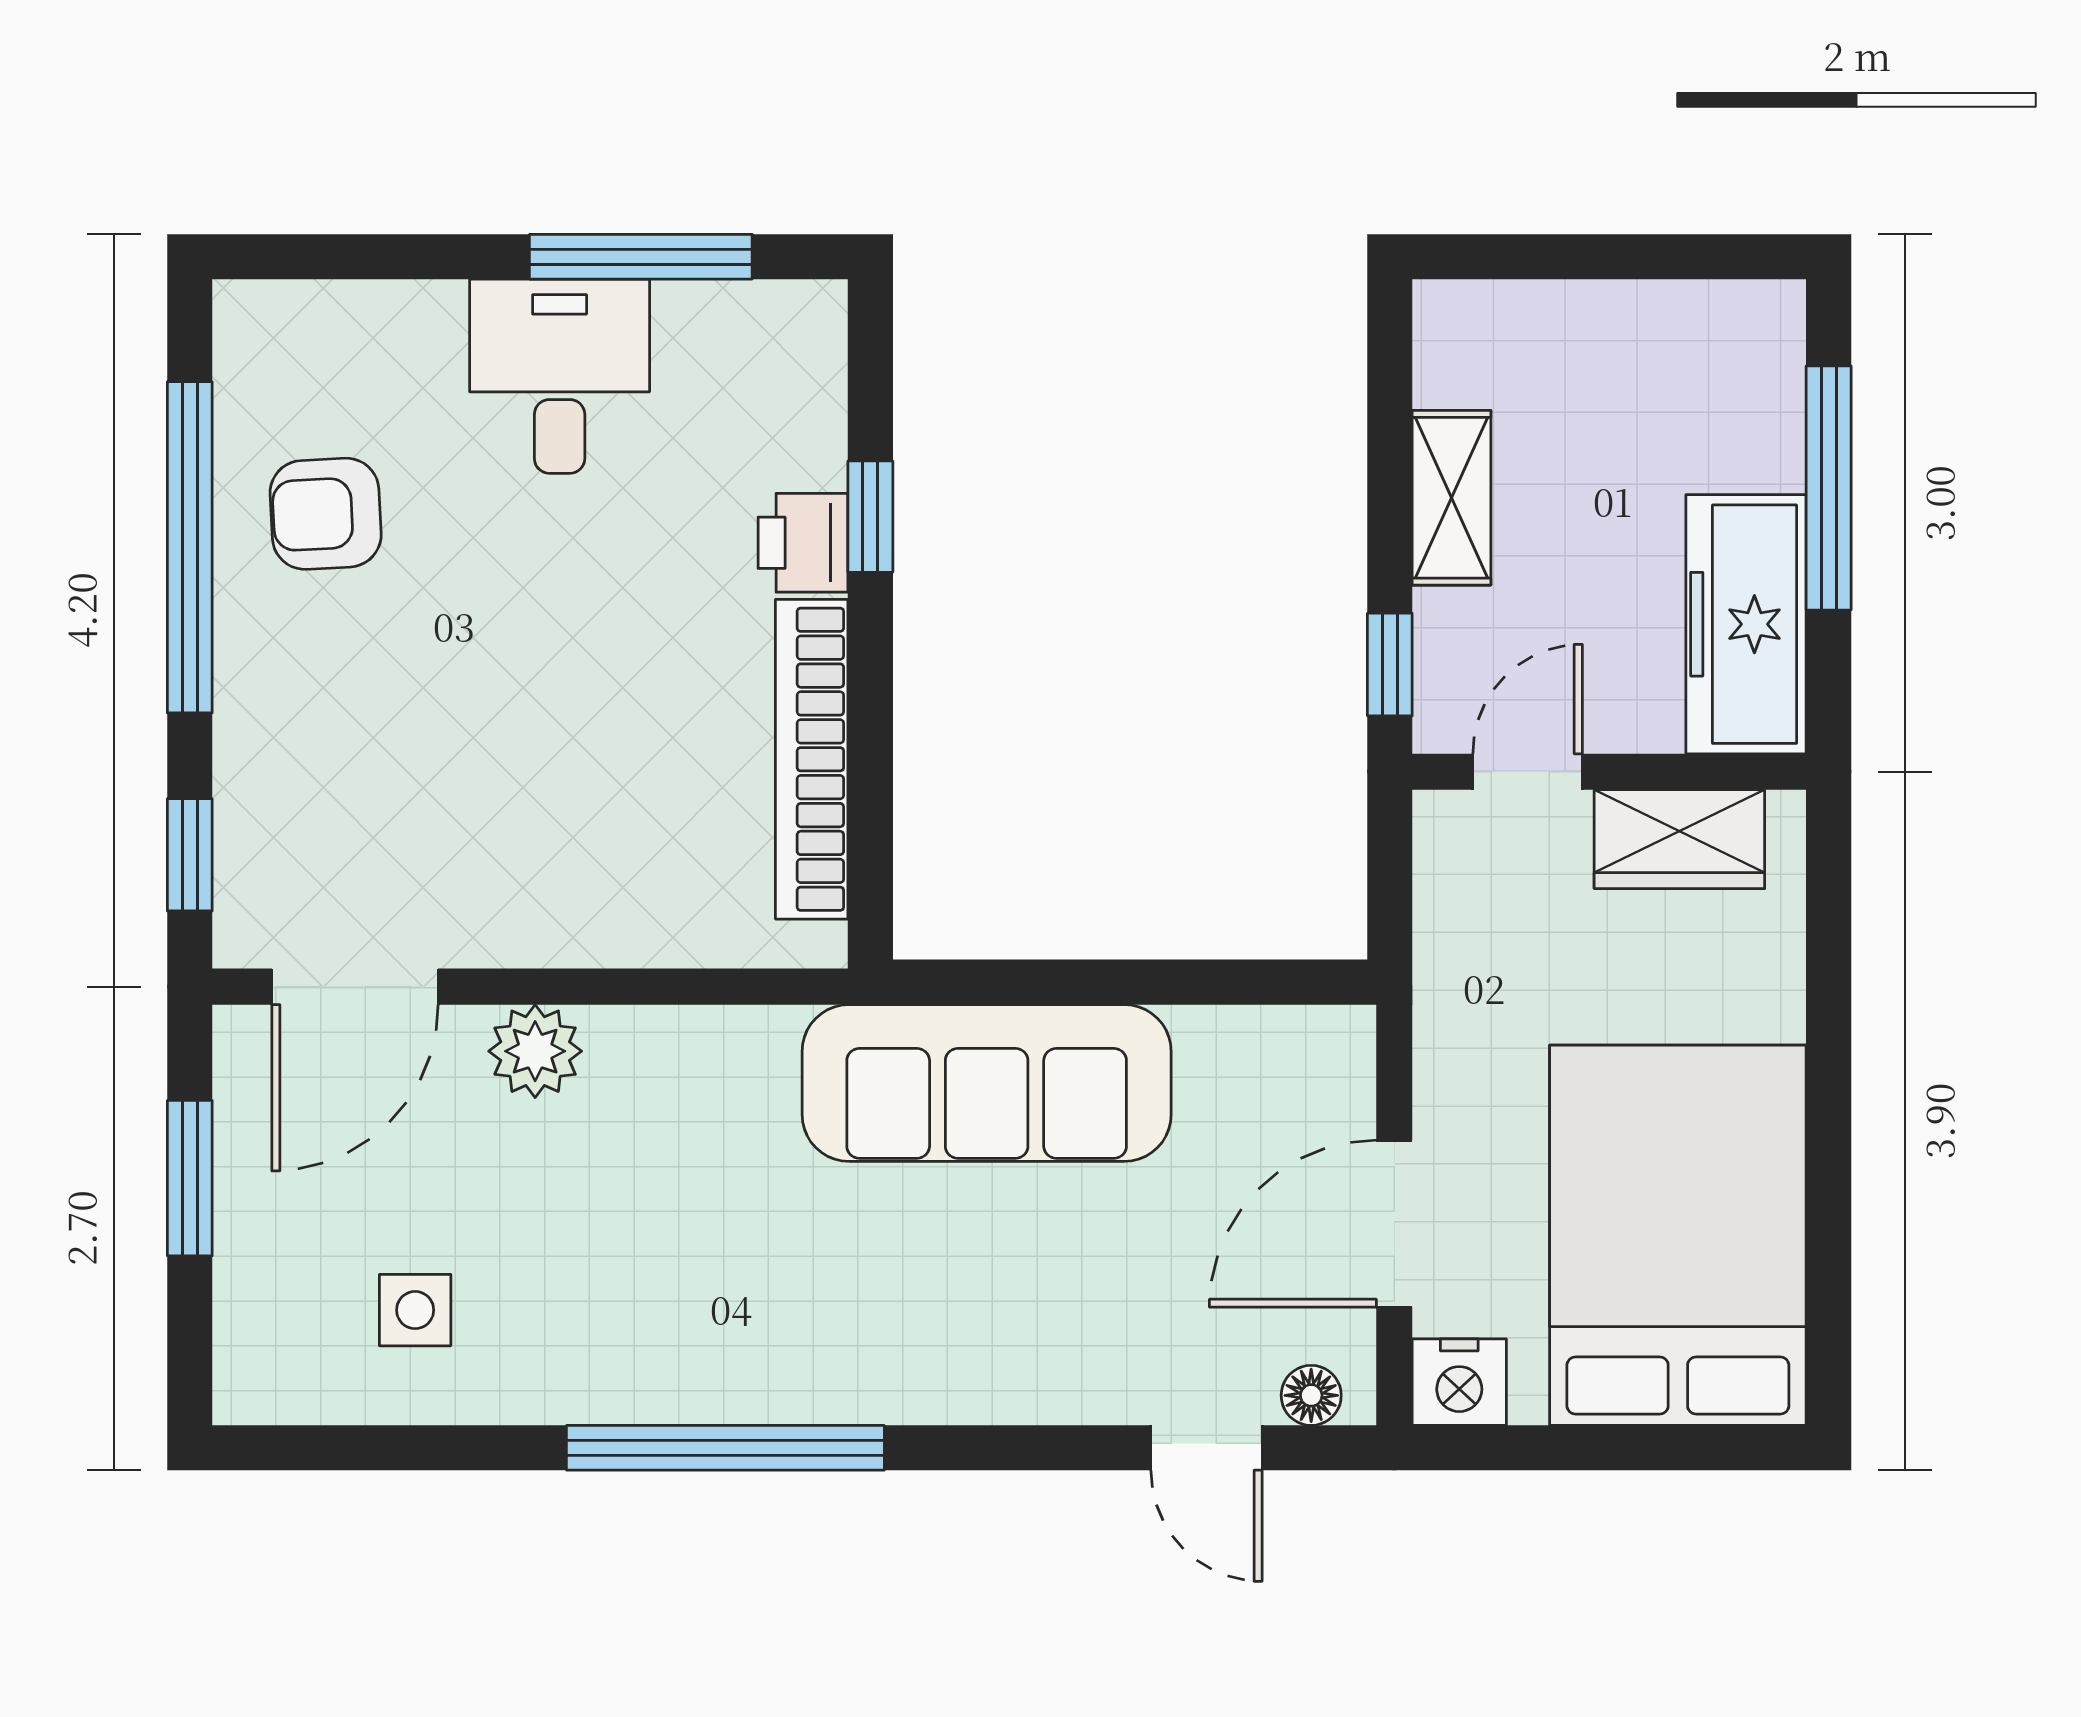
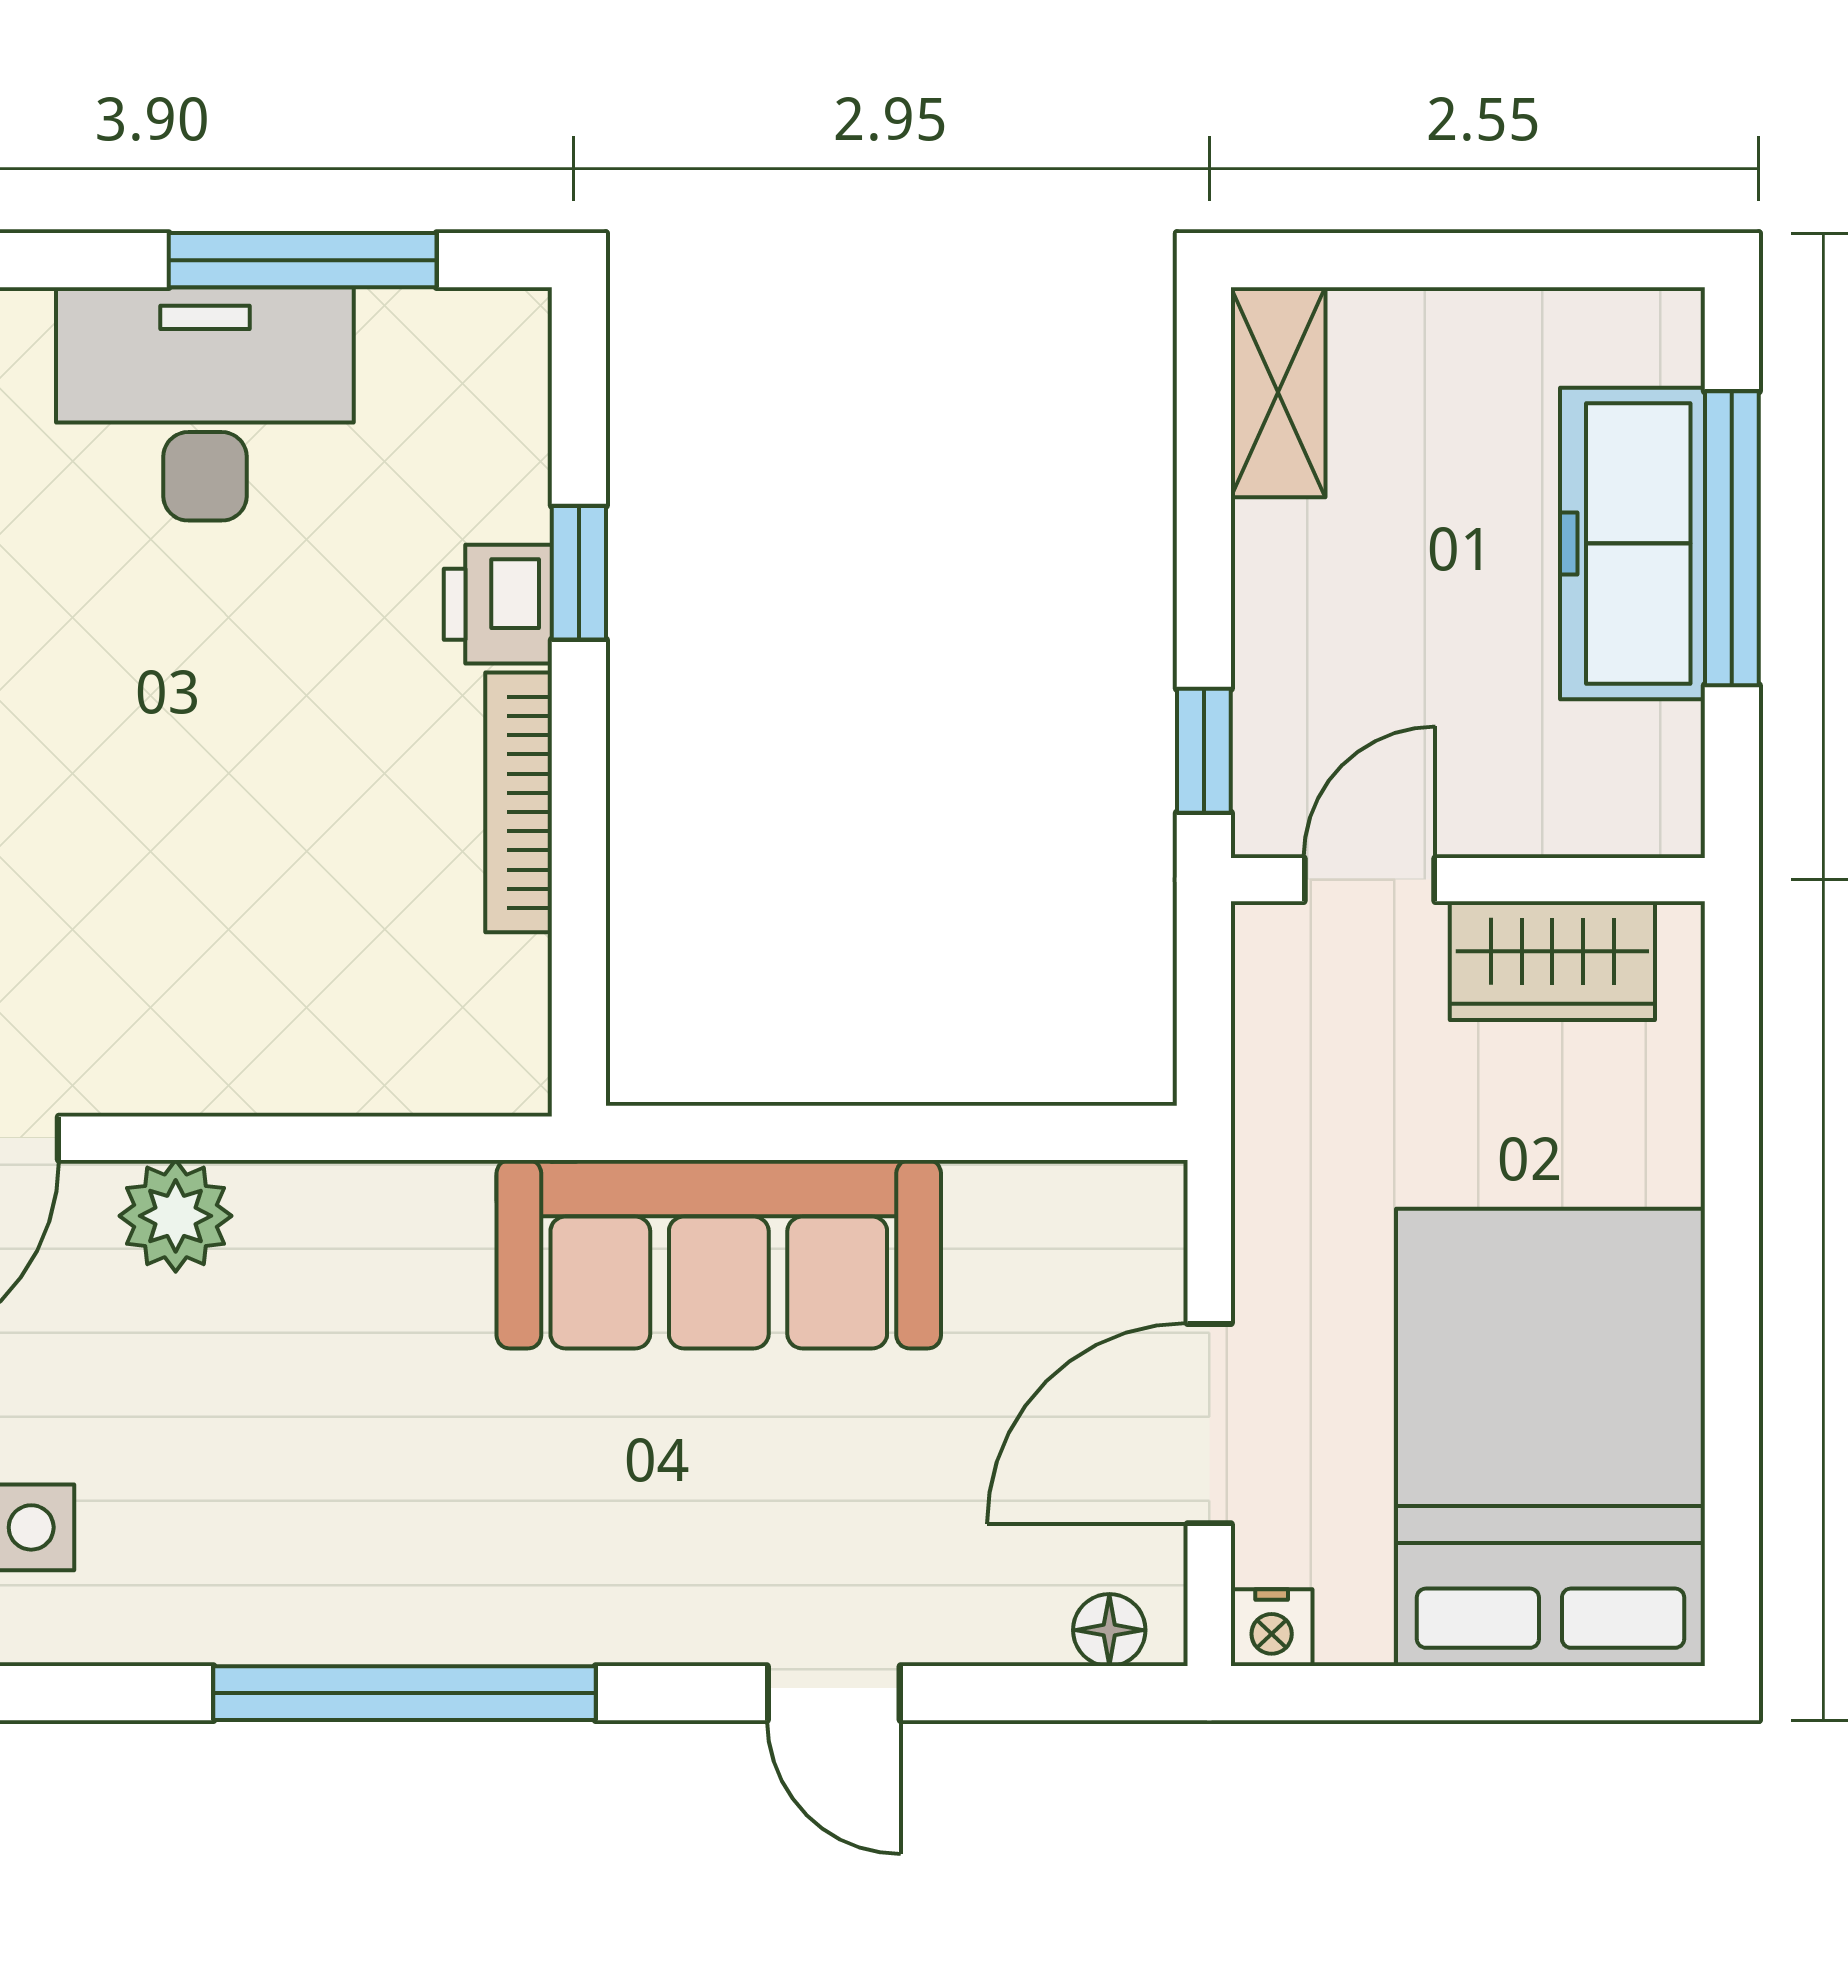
desk: (560, 376) -> (205, 404), width x1.37
shelving: (1452, 498) -> (1278, 392), moved
freezer: (1746, 624) -> (1632, 543), moved
bookcase: (812, 759) -> (519, 802), width x0.68, depth x0.76
nightstand: (1459, 1382) -> (1272, 1628), width x0.72, depth x0.74
door: (1206, 1448) -> (834, 1693), moved

